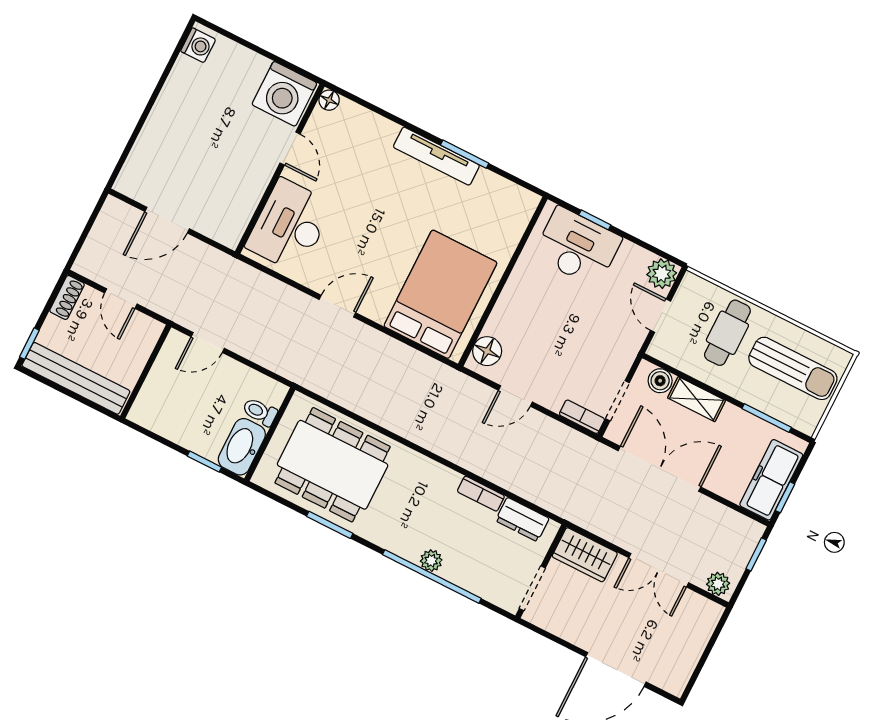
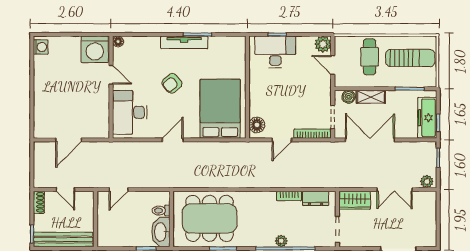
armchair: (383, 213) -> (172, 83), added
bookcase: (582, 417) -> (313, 134), width x1.56

